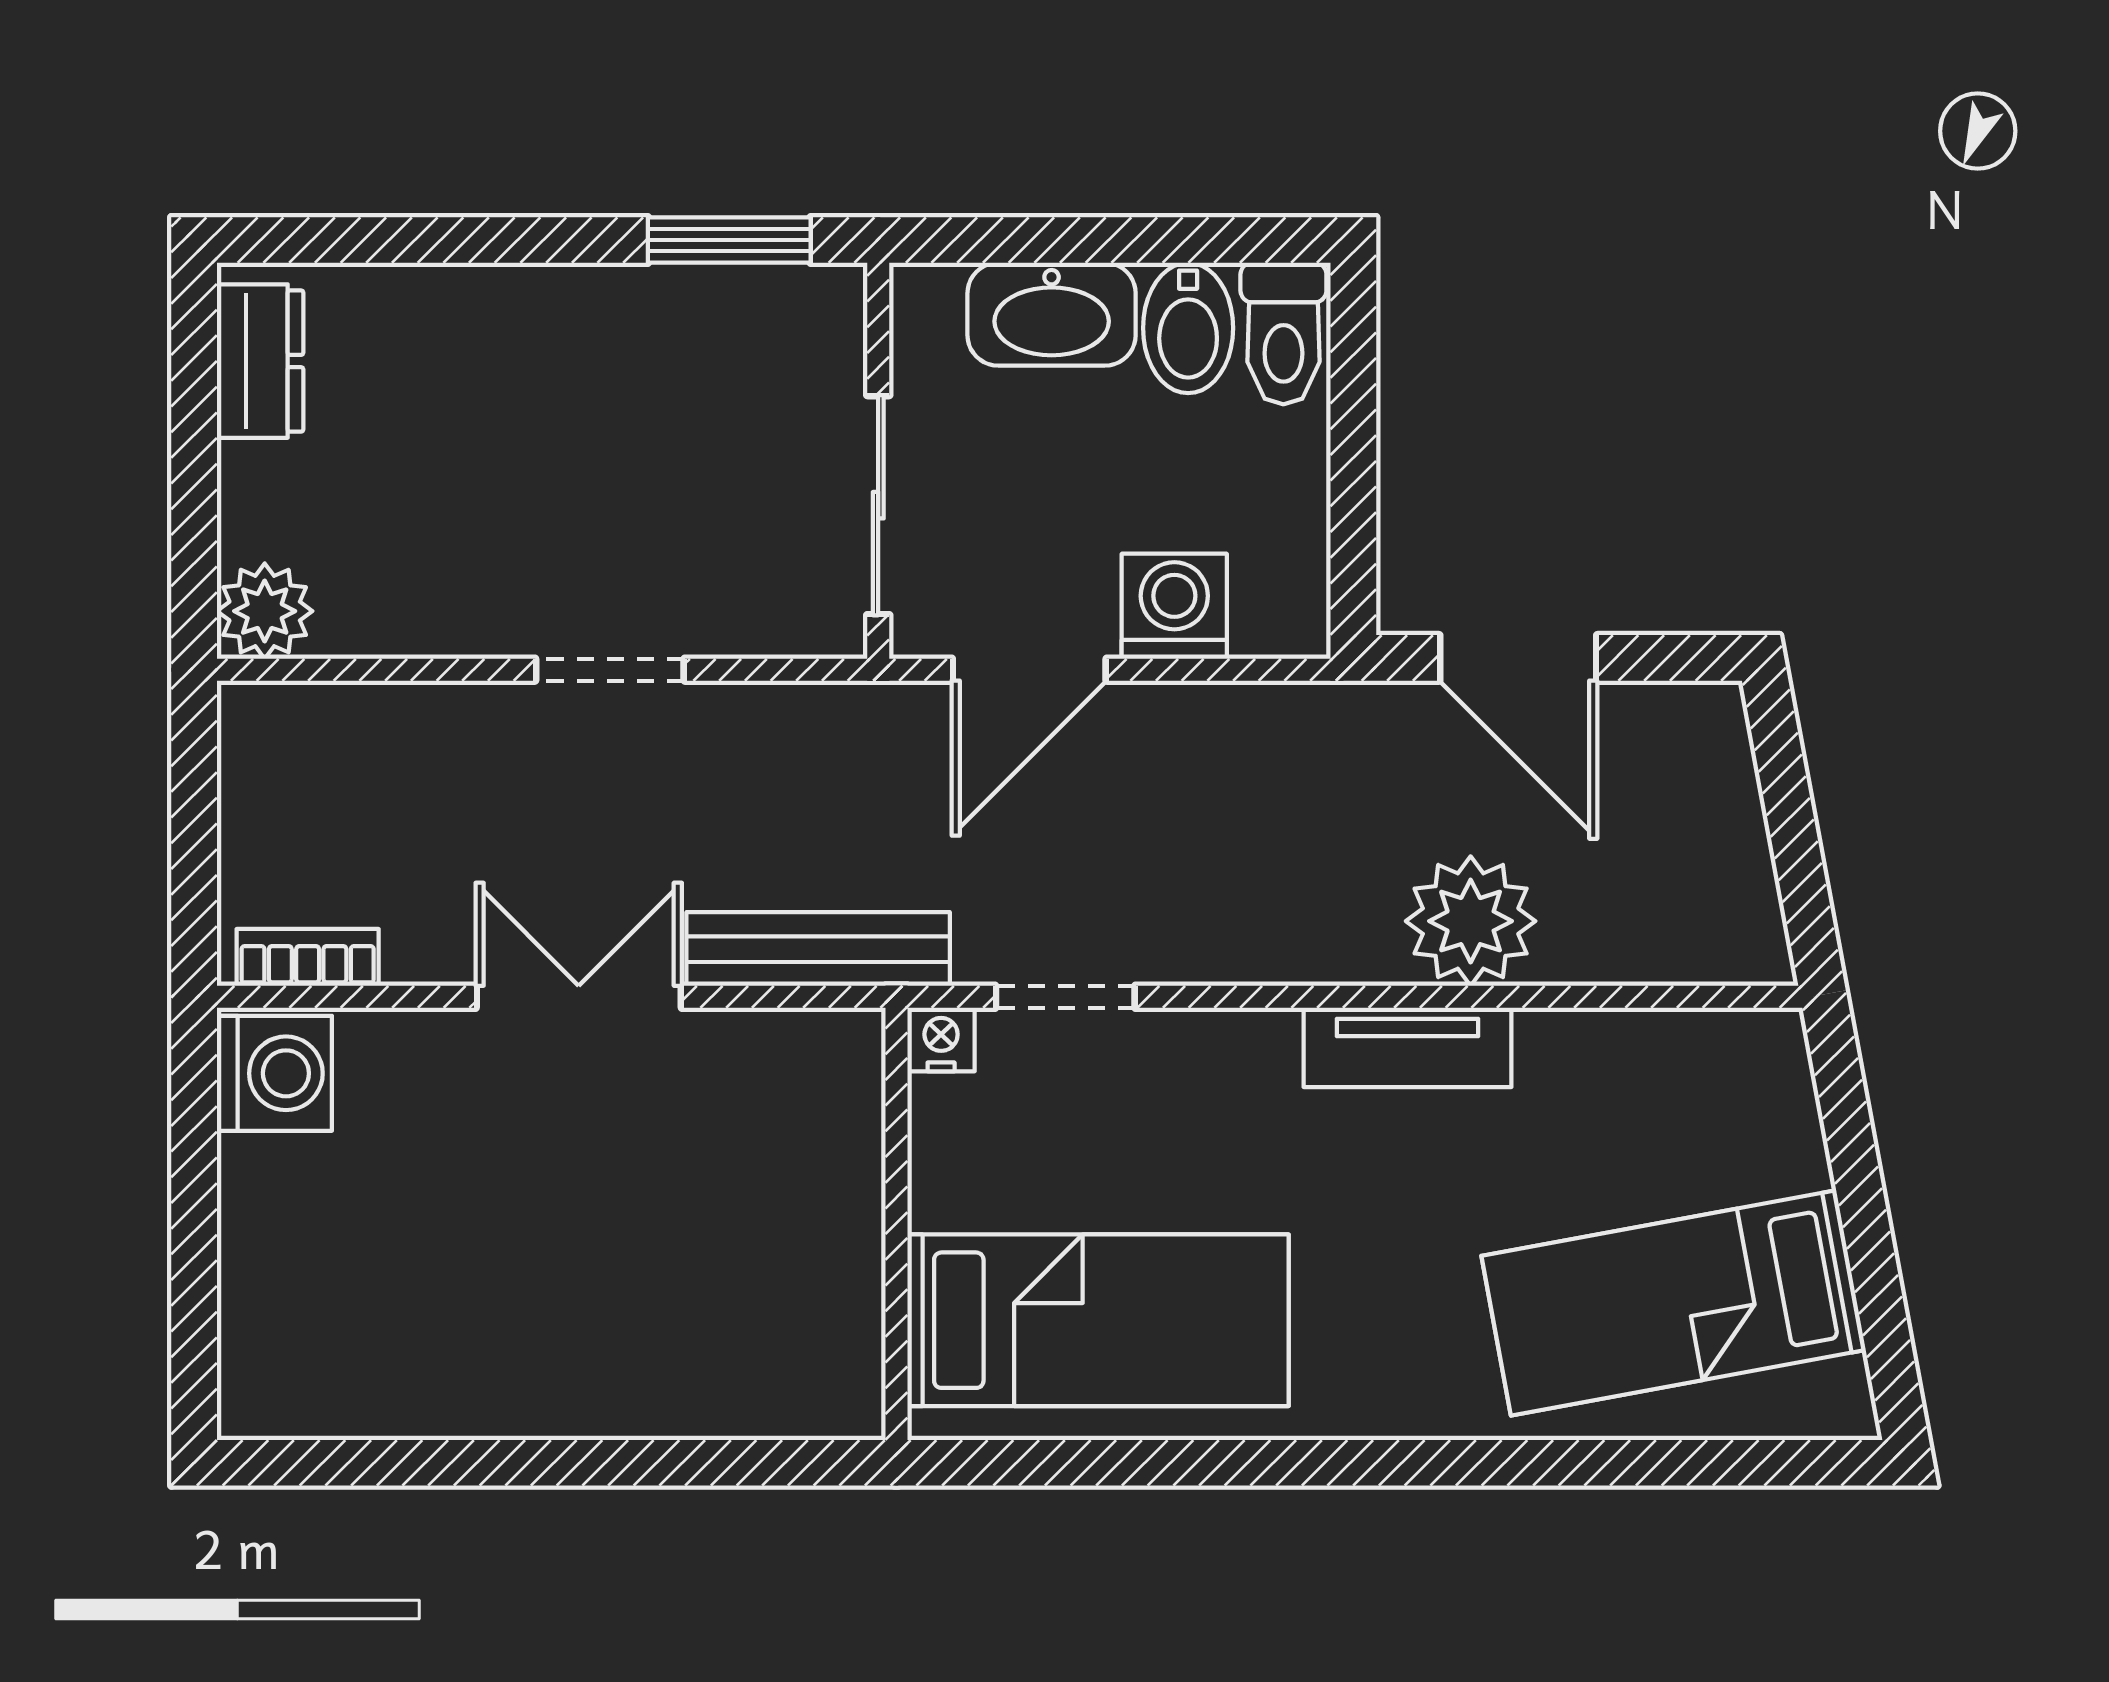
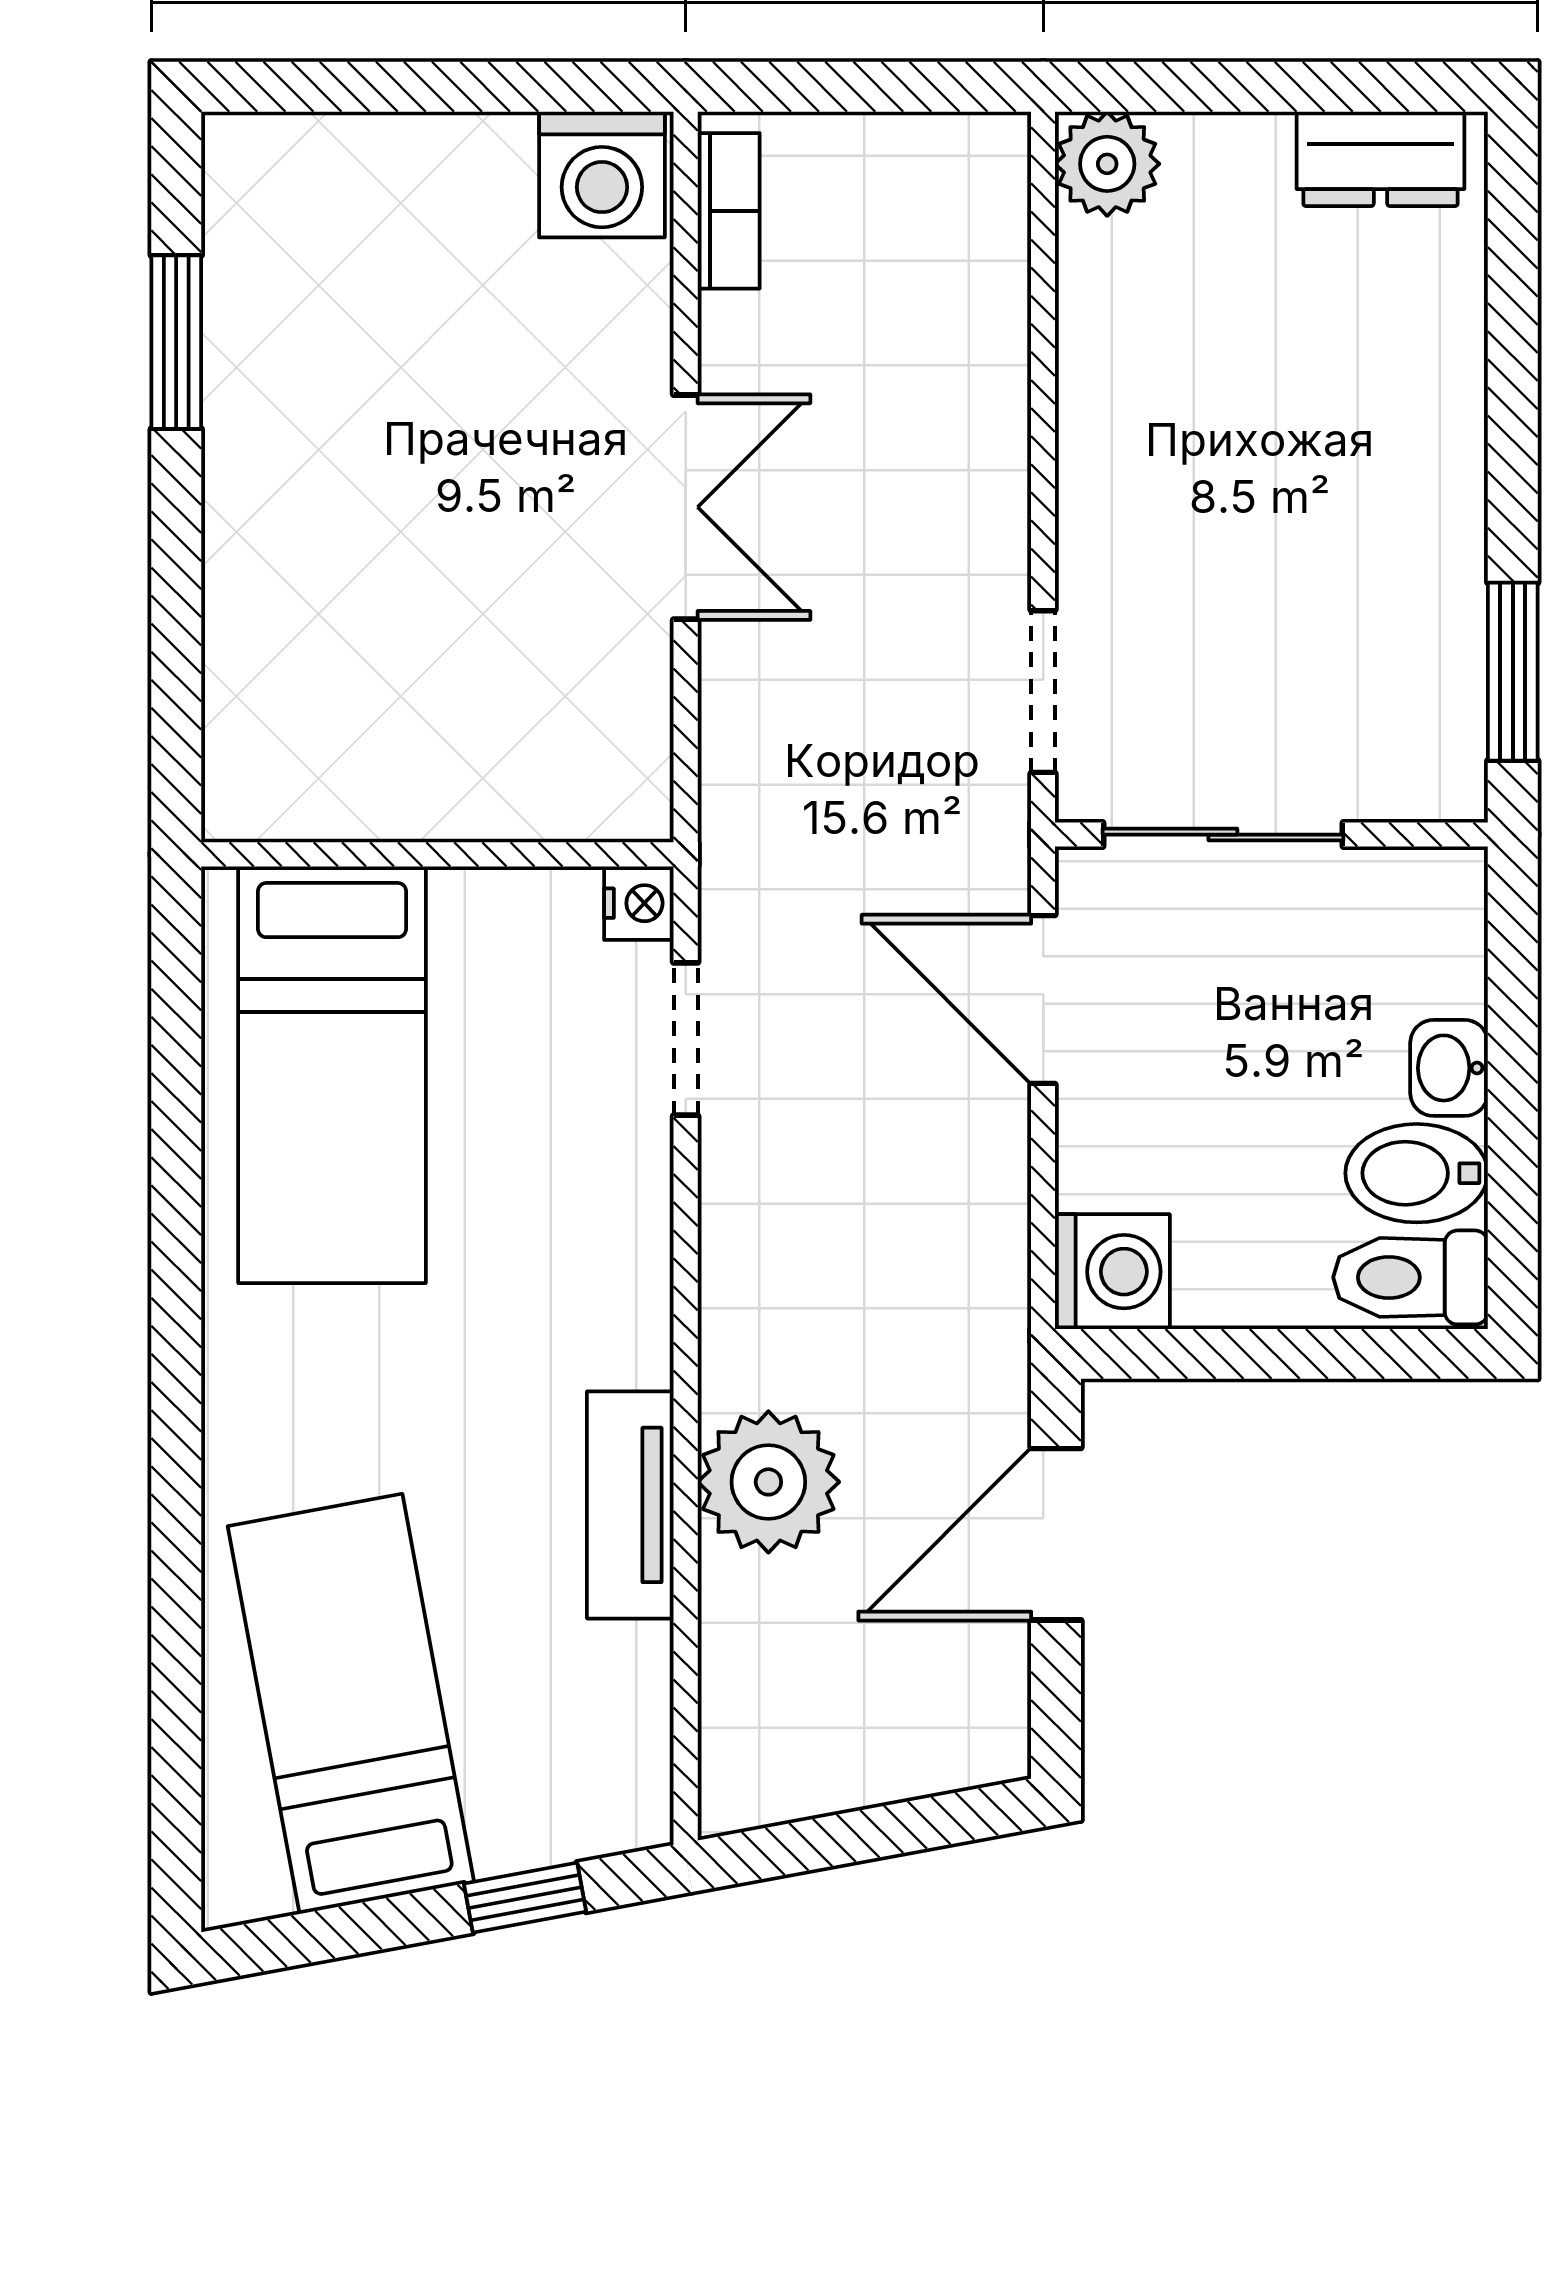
washbasin: (1052, 314) -> (1449, 1068), width x0.52, depth x0.69
washing machine: (1174, 606) -> (1112, 1272), moved
doorway: (610, 670) -> (1043, 692), moved
bench: (818, 949) -> (738, 769), removed
tv unit: (1407, 1047) -> (630, 1505), moved
window: (1851, 1144) -> (525, 1898), added
window: (428, 1463) -> (176, 342), added

